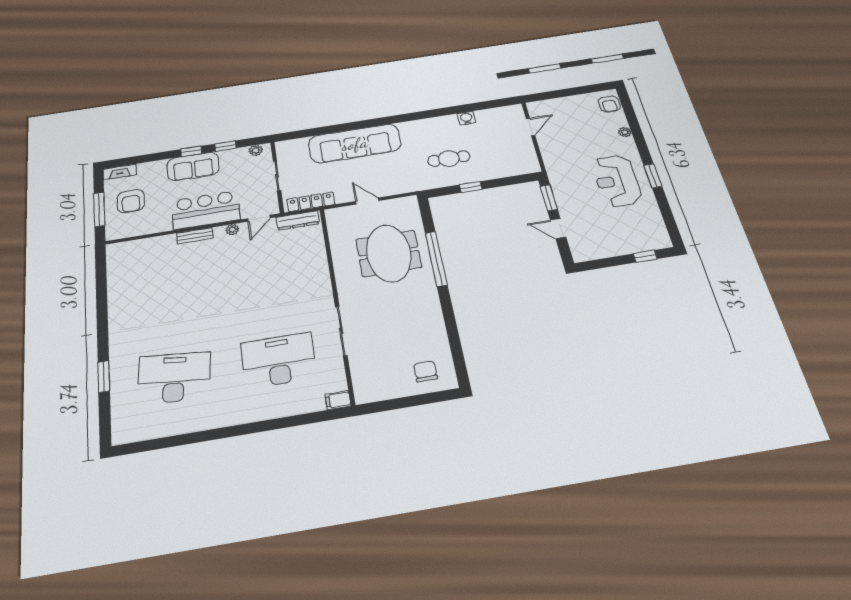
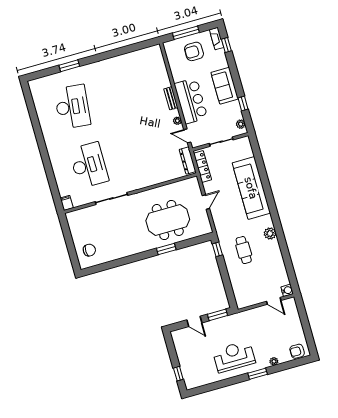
water cooler: (466, 118) -> (287, 290), moved
plant: (427, 125) -> (270, 234), added
window: (191, 151) -> (226, 45), moved
window: (653, 176) -> (258, 374), moved
window: (471, 187) -> (217, 249), moved
door: (558, 229) -> (194, 321), swing flipped
window: (436, 259) -> (166, 249), width x0.47

